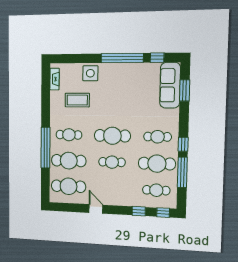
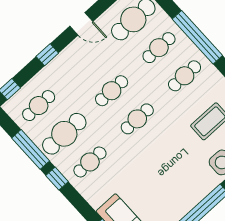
cafe table: (112, 136) -> (137, 119), width x0.73, depth x0.74
cafe table: (69, 161) -> (159, 48), width x0.73, depth x0.74
window: (139, 211) -> (47, 55), moved

